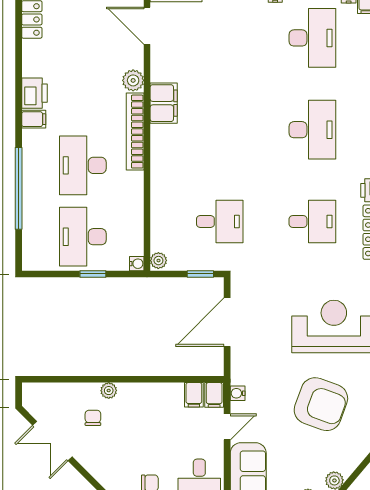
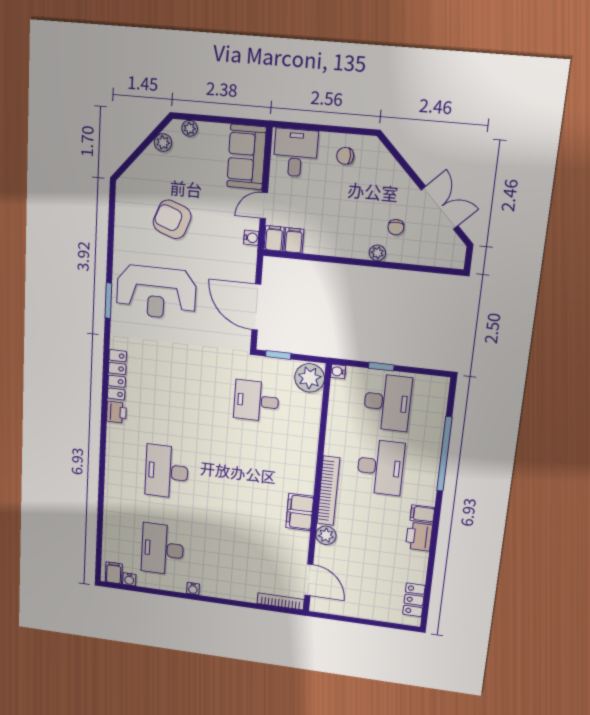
desk: (312, 222) -> (171, 391), removed
plant: (158, 261) -> (310, 378), width x1.88, depth x1.88
door: (227, 322) -> (256, 307), swing flipped
armchair: (321, 404) -> (172, 219), width x0.73, depth x0.73

